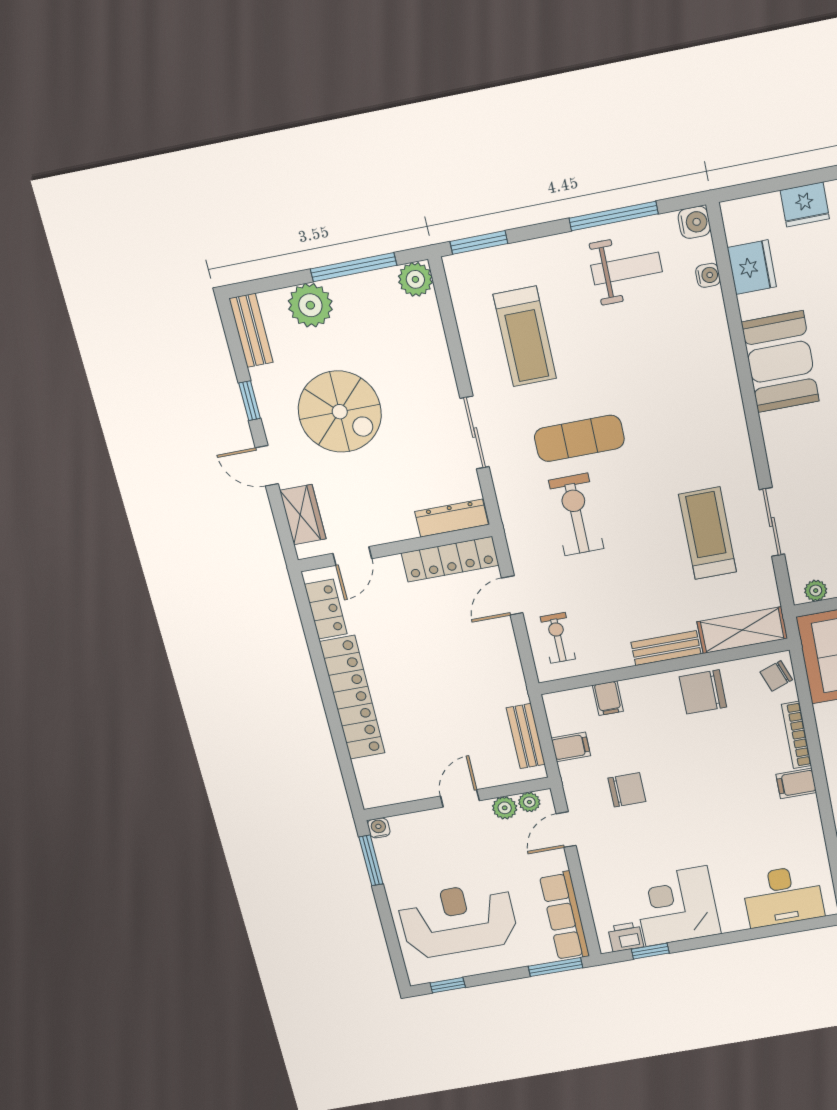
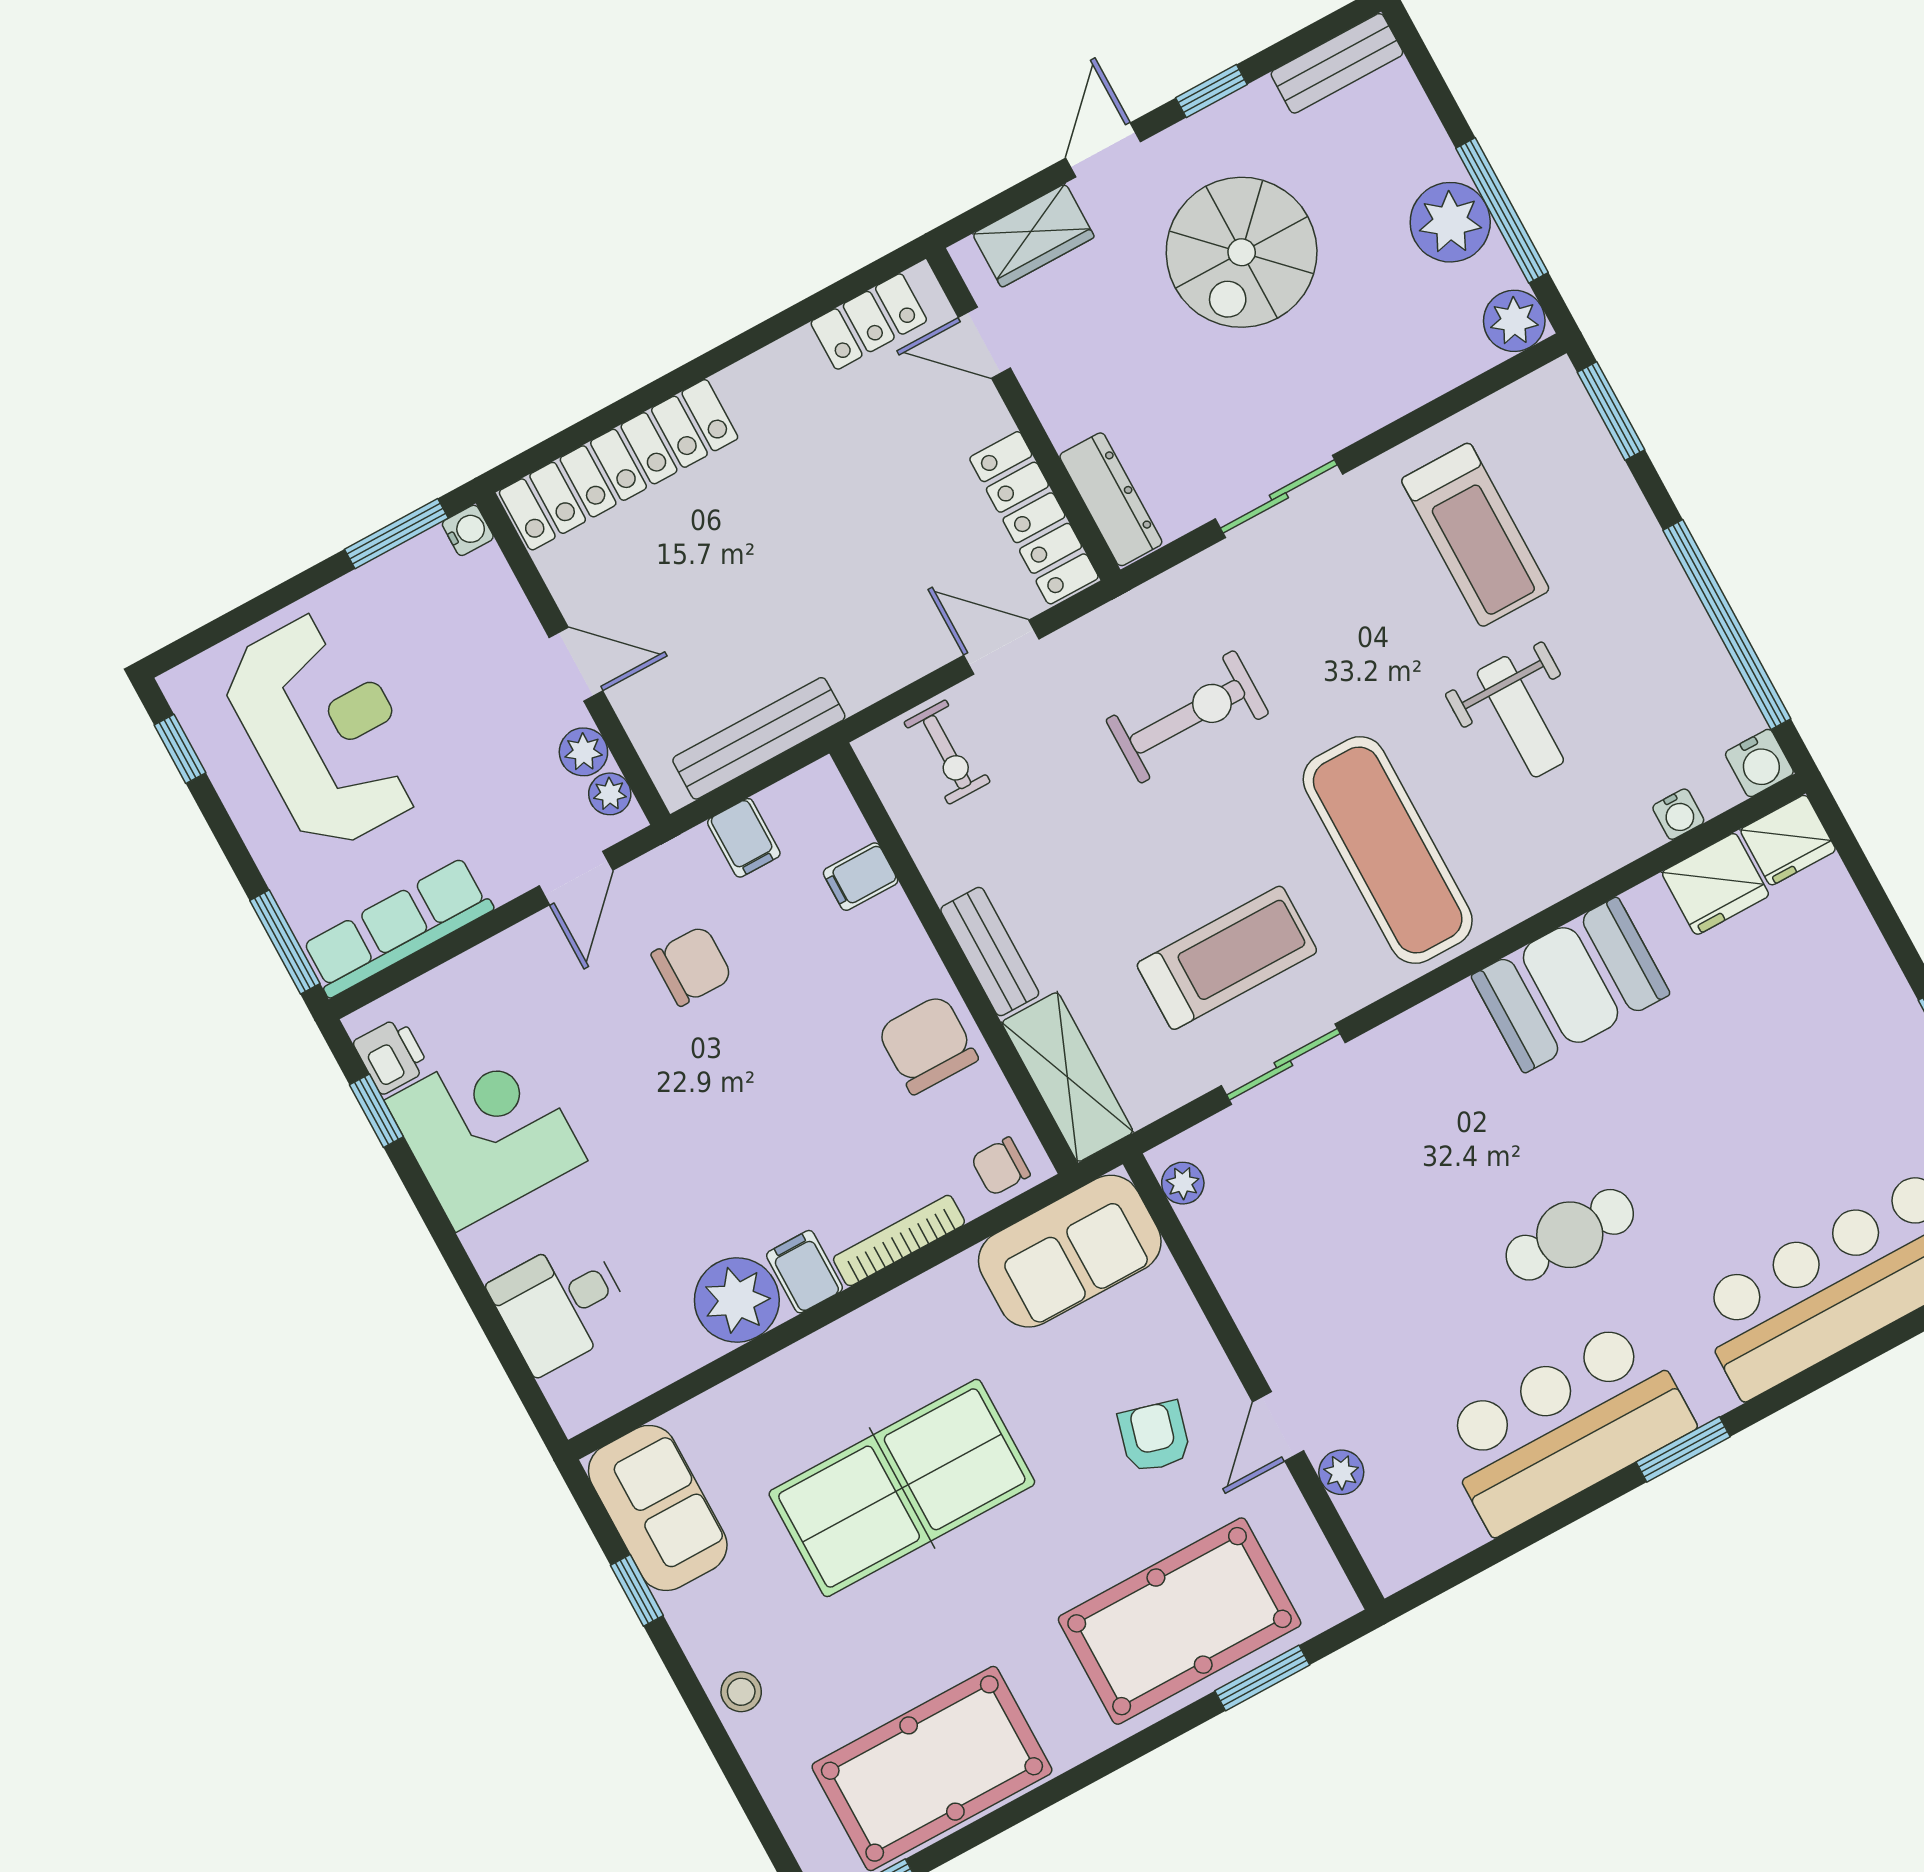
fridge: (805, 204) -> (1788, 840), moved, turned -90
window: (614, 216) -> (1727, 625), width x1.46
weight bench: (627, 269) -> (1520, 717), moved
plant: (310, 305) -> (1450, 222), moved
treadmill: (525, 337) -> (1475, 535), turned -90
exercise mat: (579, 438) -> (1388, 850), moved, width x1.36, depth x1.45
exercise bike: (558, 638) -> (947, 752), turned 90
chair: (776, 676) -> (1001, 1166), turned -70
locker: (352, 698) -> (619, 465), moved
bench: (526, 736) -> (759, 738), width x1.36
chair: (627, 790) -> (692, 966), turned -90
plant: (799, 818) -> (737, 1300), added
door: (566, 830) -> (576, 878), swing flipped
desk: (783, 896) -> (561, 1305), width x0.73

